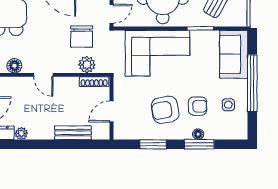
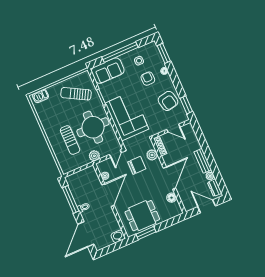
door: (112, 14) -> (115, 154), swing flipped
door: (43, 75) -> (169, 178), width x1.87
armchair: (165, 110) -> (168, 101), moved
bench: (73, 133) -> (203, 161), moved
window: (153, 144) -> (186, 105), moved
window: (199, 144) -> (164, 53), moved

